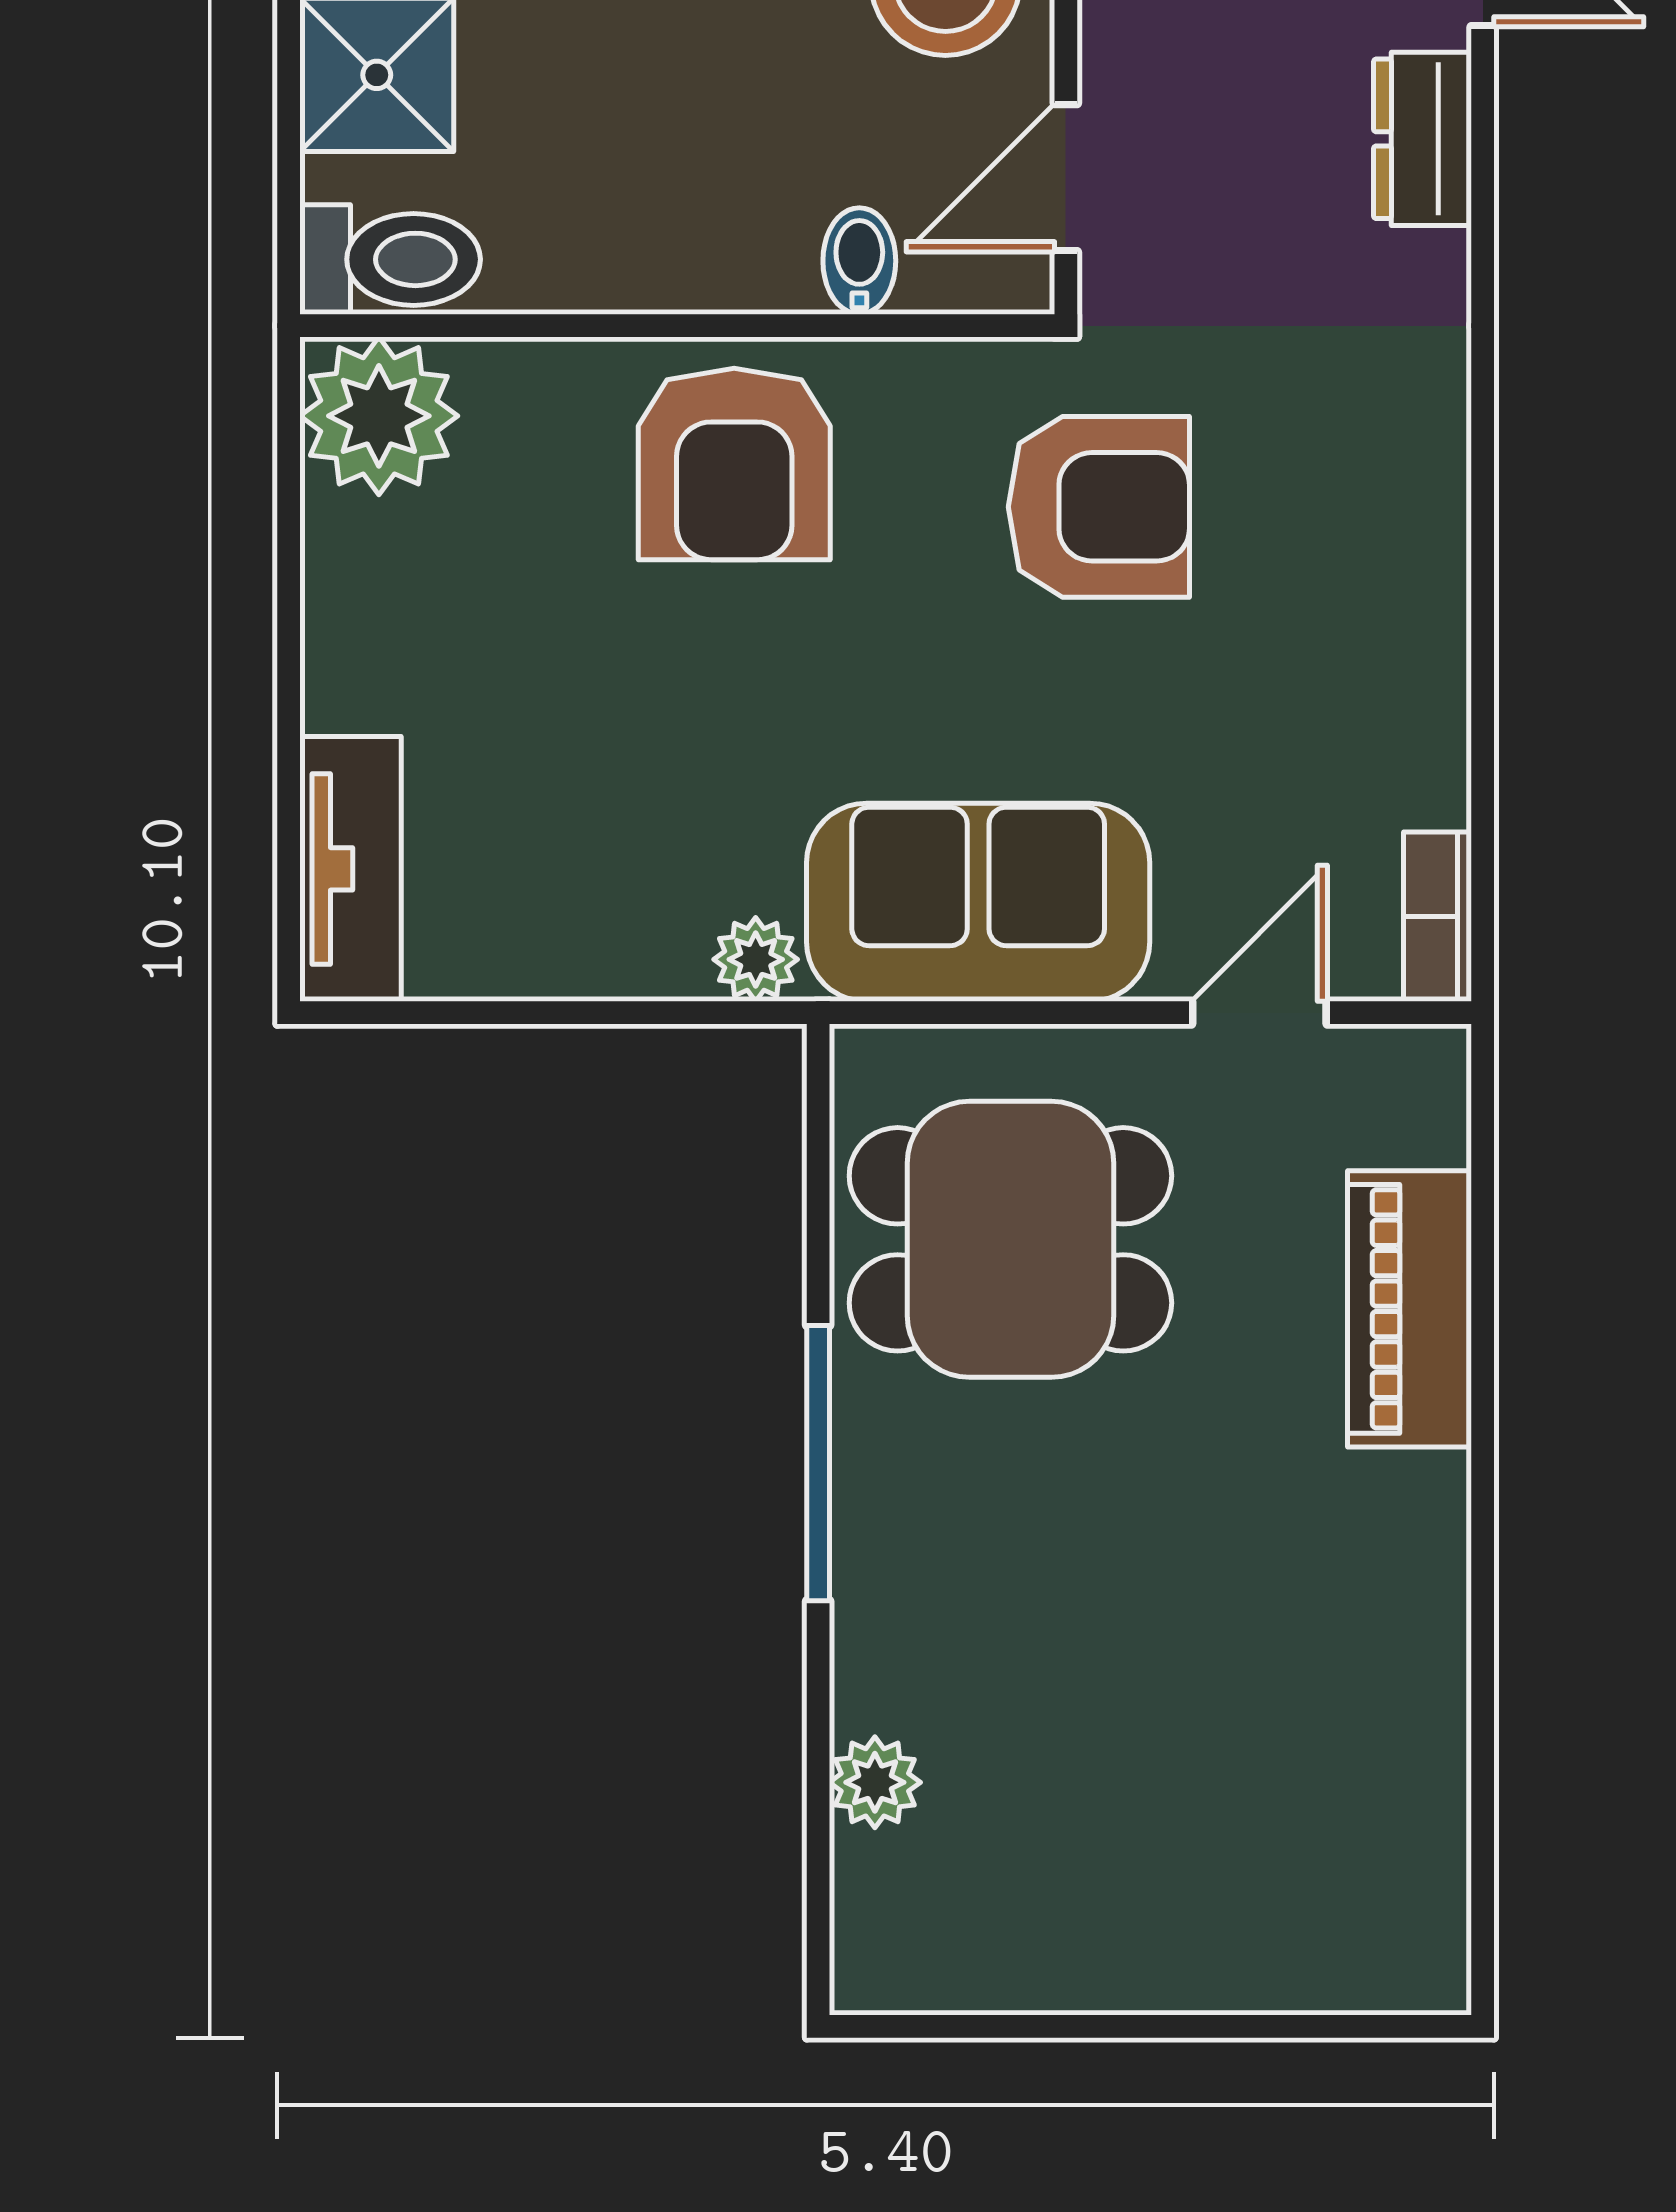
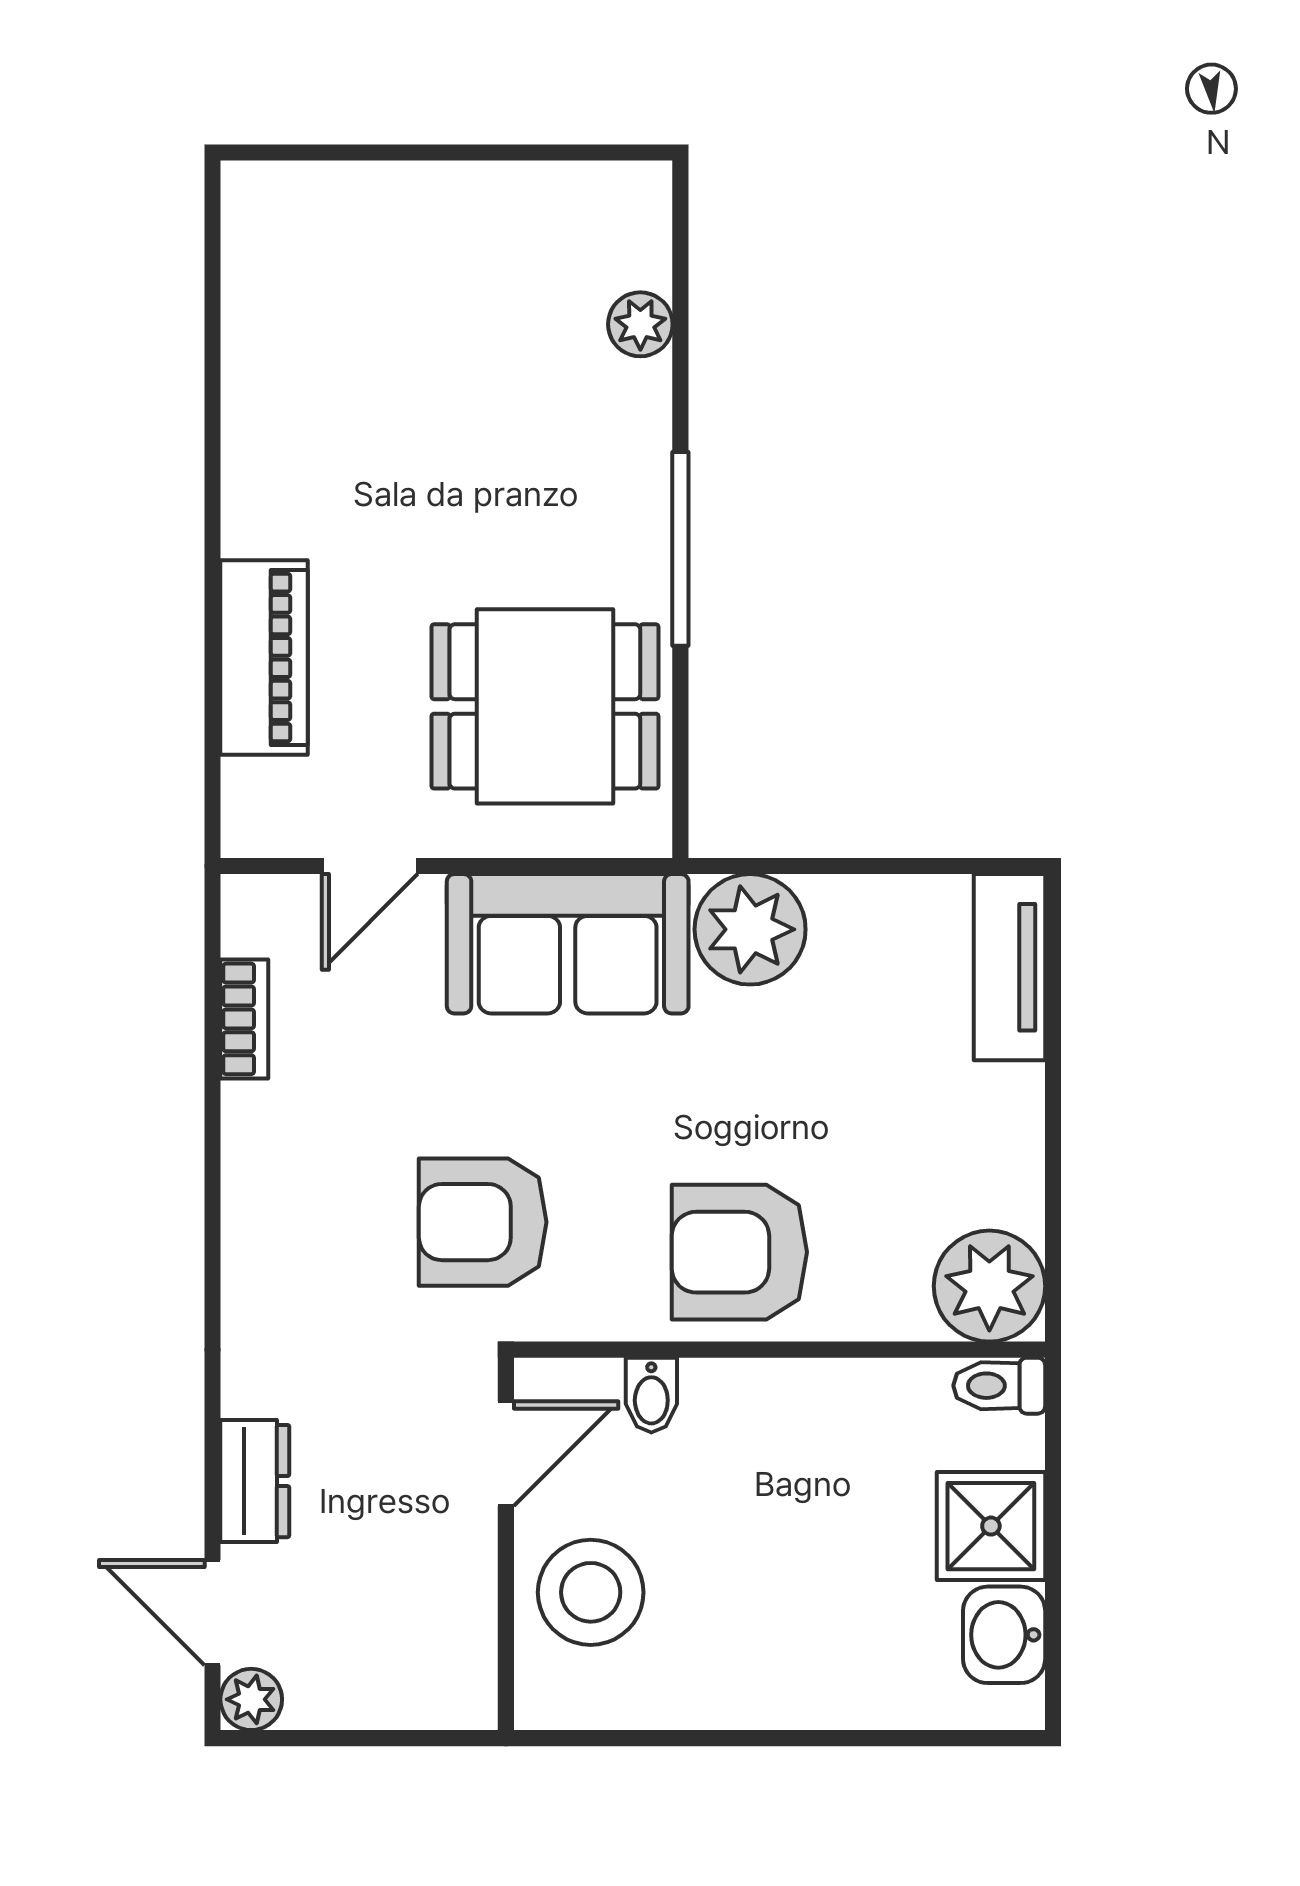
toilet: (390, 259) -> (999, 1386), width x0.73, depth x0.72
armchair: (734, 464) -> (739, 1252), turned -90
bookcase: (1437, 917) -> (244, 1019), moved
plant: (756, 959) -> (750, 929), width x1.88, depth x1.88

